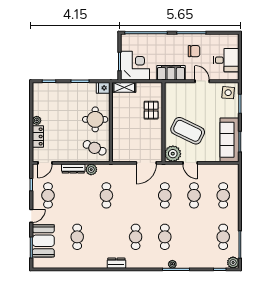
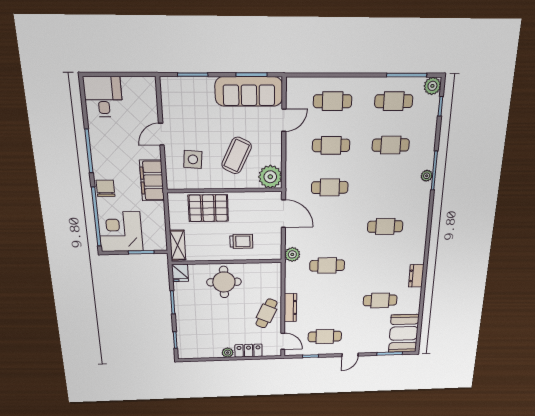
chair: (194, 51) -> (105, 188), moved
desk: (226, 60) -> (103, 97), moved
corner desk: (135, 66) -> (120, 232), moved
side table: (228, 93) -> (193, 159), moved
pallet: (151, 110) -> (208, 208), width x1.50, depth x1.42
coffee table: (188, 131) -> (237, 155), width x0.73, depth x0.76
trolley: (126, 133) -> (241, 241), added
cafe table: (95, 148) -> (266, 313), moved
door: (190, 163) -> (284, 120), moved
plant: (91, 170) -> (292, 254), moved
door: (31, 216) -> (350, 355), swing flipped
cafe table: (165, 237) -> (391, 145), moved
booth: (43, 241) -> (404, 333), moved, turned 90
dresser: (116, 263) -> (416, 276), moved

